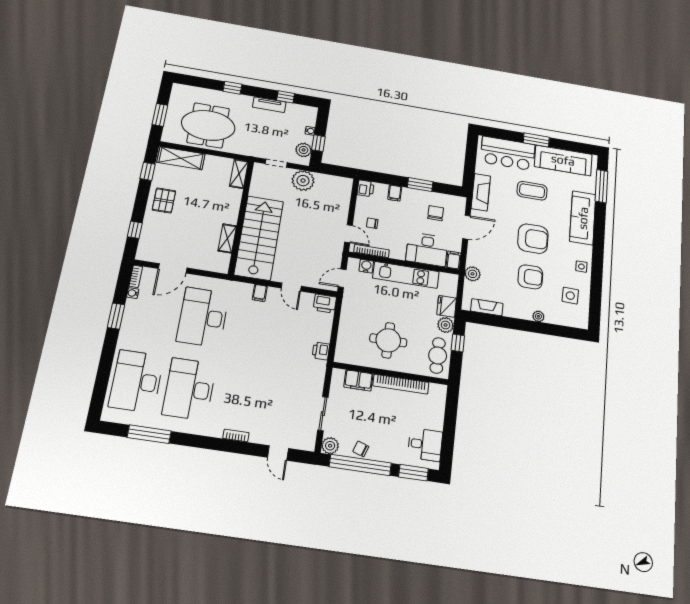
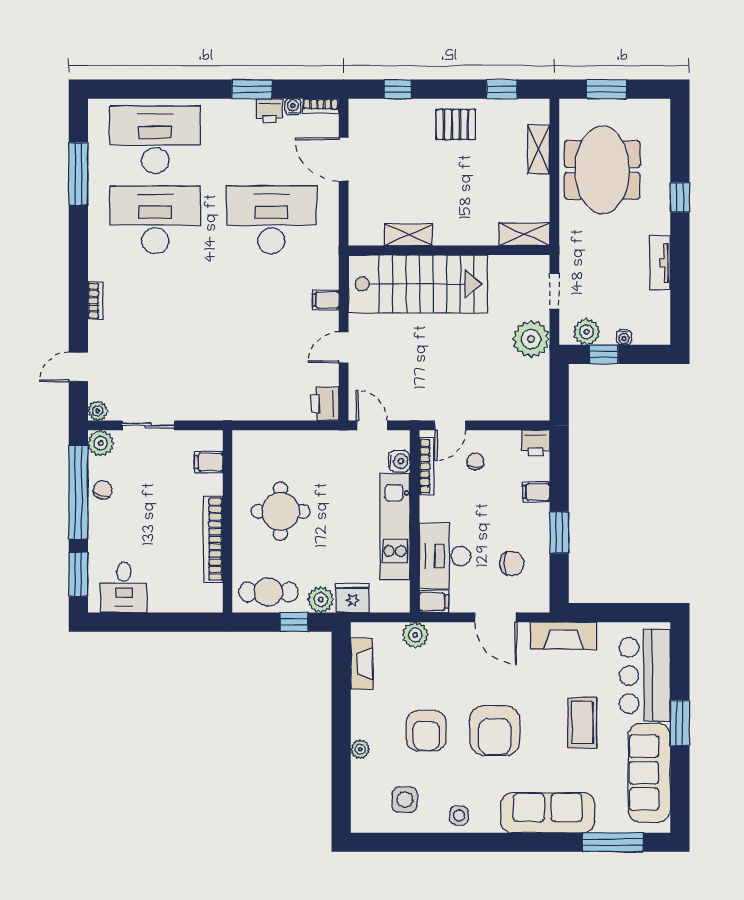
window: (286, 97) -> (680, 288), removed
shelving: (181, 158) -> (539, 149), width x0.67, depth x0.75
printer: (321, 351) -> (270, 111), moved, turned 180
filing cabinet: (358, 380) -> (209, 462), width x0.50
plant: (309, 445) -> (98, 411), added

